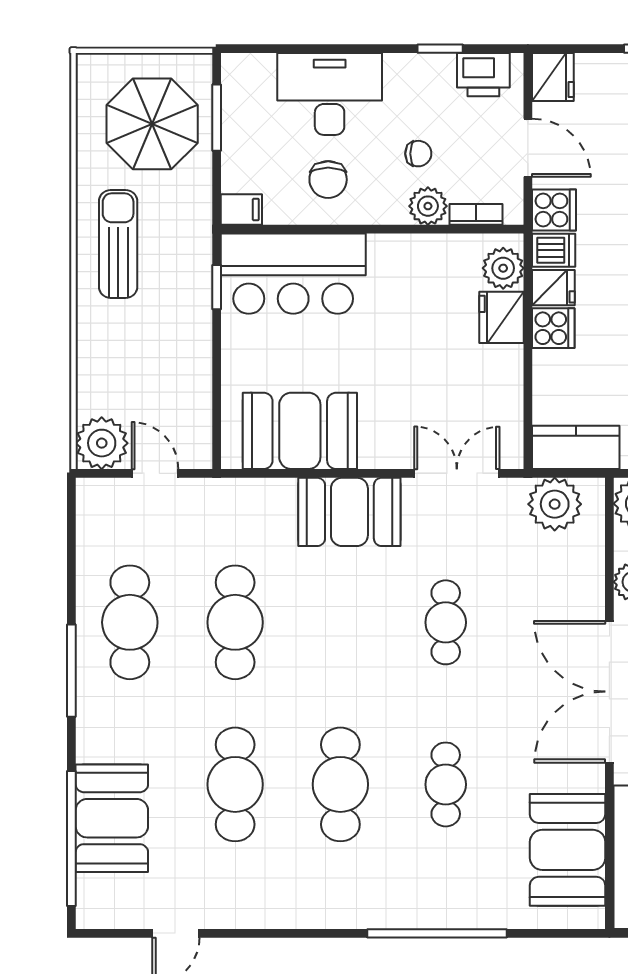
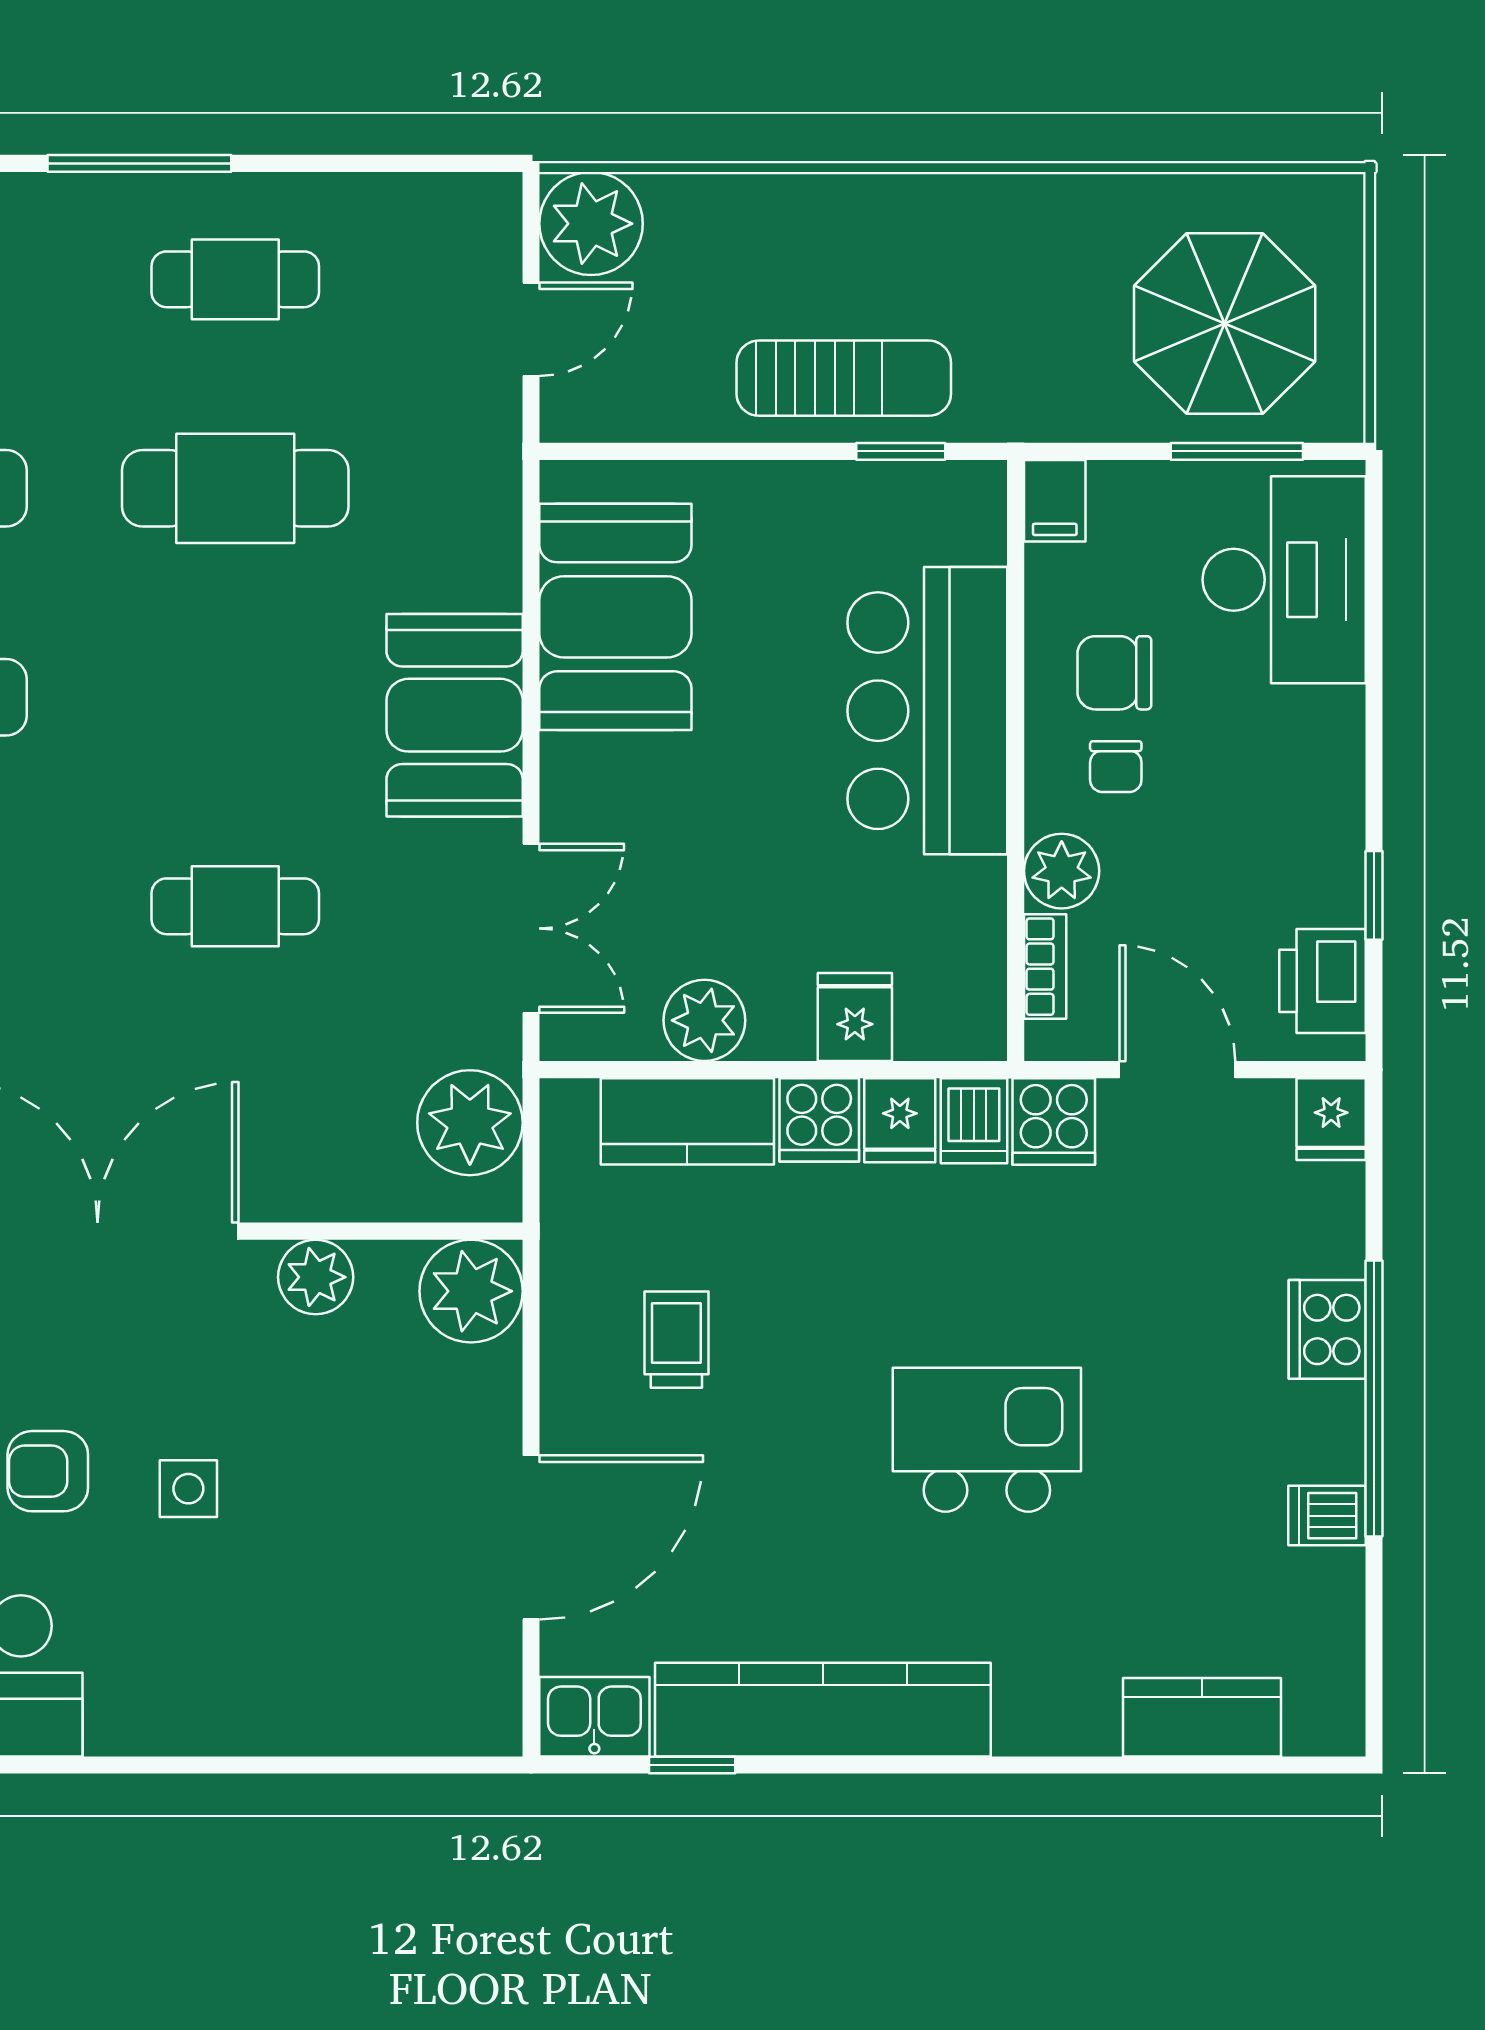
fridge: (553, 77) -> (1331, 1119), width x0.72
desk: (330, 94) -> (1284, 580), moved
door: (528, 148) -> (1177, 1070), swing flipped
chair: (418, 154) -> (1116, 767), moved
sun lounger: (118, 244) -> (844, 378), moved
plant: (503, 268) -> (704, 1020), moved
bar counter: (293, 274) -> (927, 711), moved
fridge: (501, 317) -> (855, 1017), width x0.72
kitchen counter: (576, 447) -> (687, 1121), moved, turned 90
cafe table: (130, 622) -> (235, 279), width x0.73, depth x0.74

